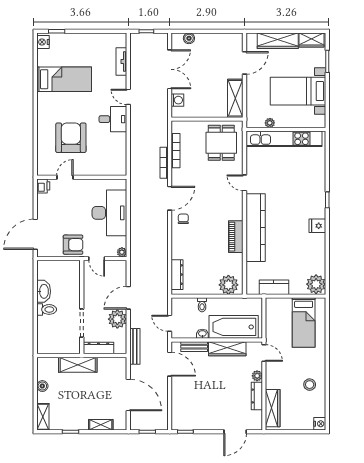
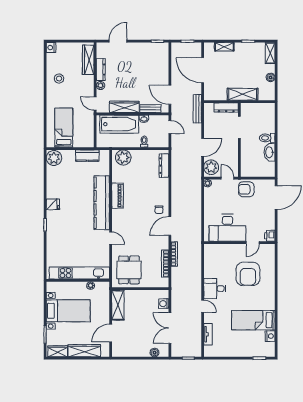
nightstand: (43, 42) -> (270, 336), moved
desk: (109, 213) -> (227, 228), moved, turned -90
plant: (117, 319) -> (211, 167), moved

